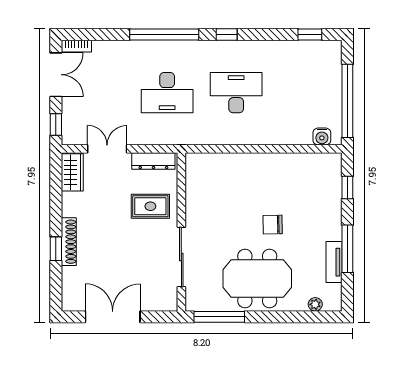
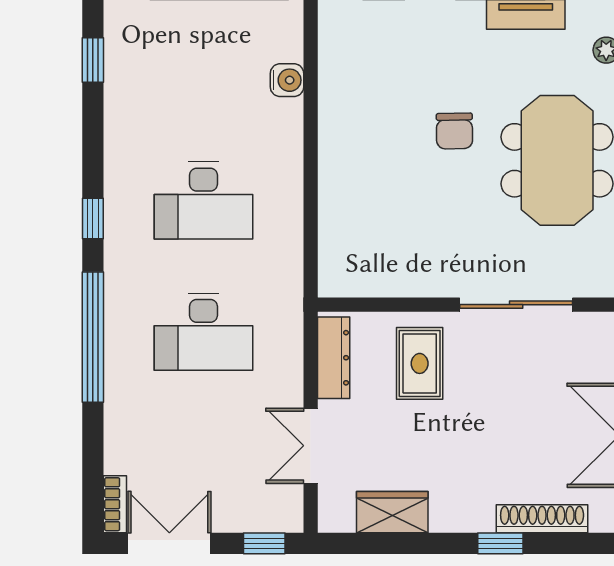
desk: (167, 93) -> (203, 332), turned 90
desk: (236, 93) -> (203, 200), turned -90
water cooler: (322, 136) -> (287, 80), moved
wardrobe: (72, 172) -> (392, 512), moved
shoe rack: (69, 242) -> (542, 519), moved

